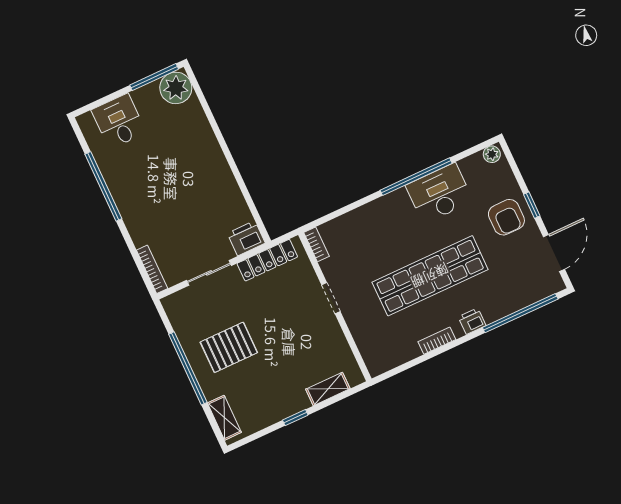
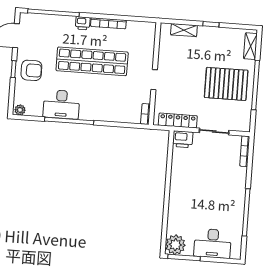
desk: (119, 121) -> (213, 243), width x1.37
armchair: (506, 217) -> (31, 70), turned 90
bookcase: (437, 341) -> (108, 23), width x1.56
pallet: (229, 347) -> (226, 84), width x1.37, depth x1.41

